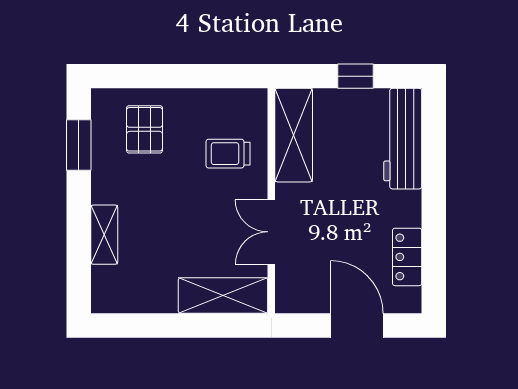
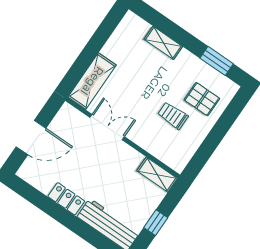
shelving: (294, 135) -> (157, 175), width x0.67, depth x0.75
trolley: (228, 154) -> (173, 116), moved, turned -90
locker: (407, 257) -> (66, 199), moved

